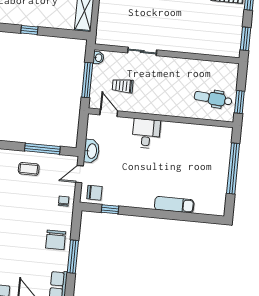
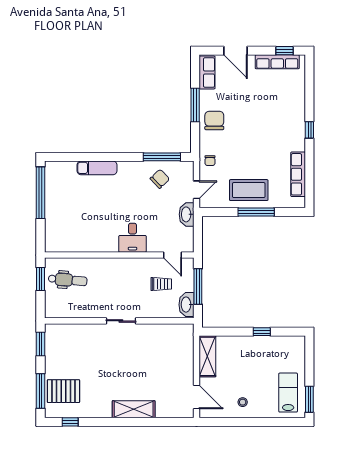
sliding door: (142, 51) -> (121, 321), moved
washbasin: (98, 58) -> (186, 305), width x1.91, depth x1.45
window: (42, 149) -> (256, 212), moved
window: (233, 168) -> (41, 193), moved
coffee table: (29, 169) -> (249, 190), width x1.86, depth x1.72
chair: (94, 193) -> (160, 179), moved, turned 136
window: (110, 209) -> (162, 157), width x2.17

